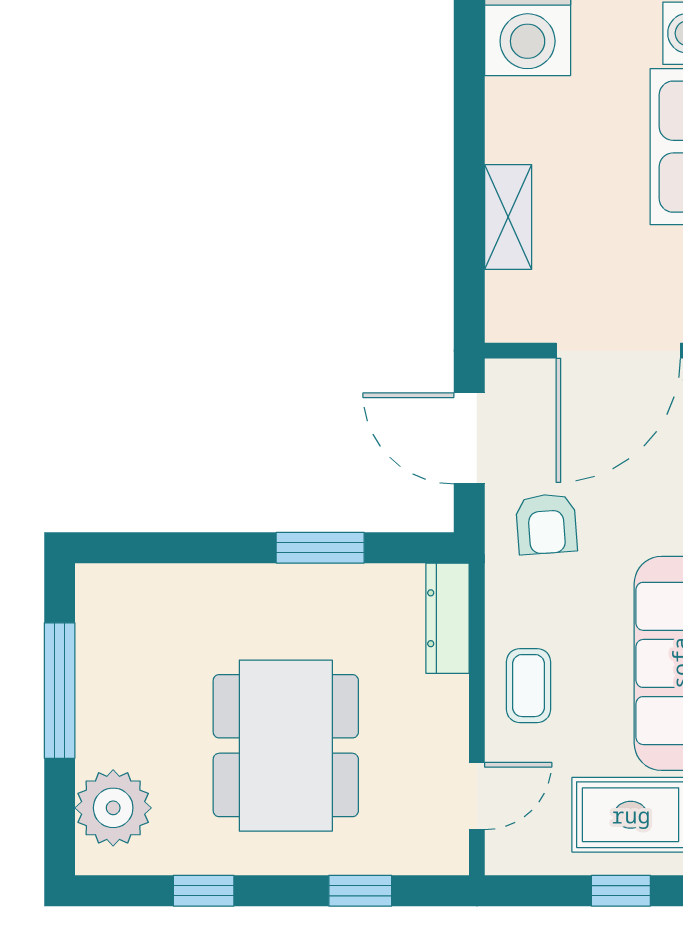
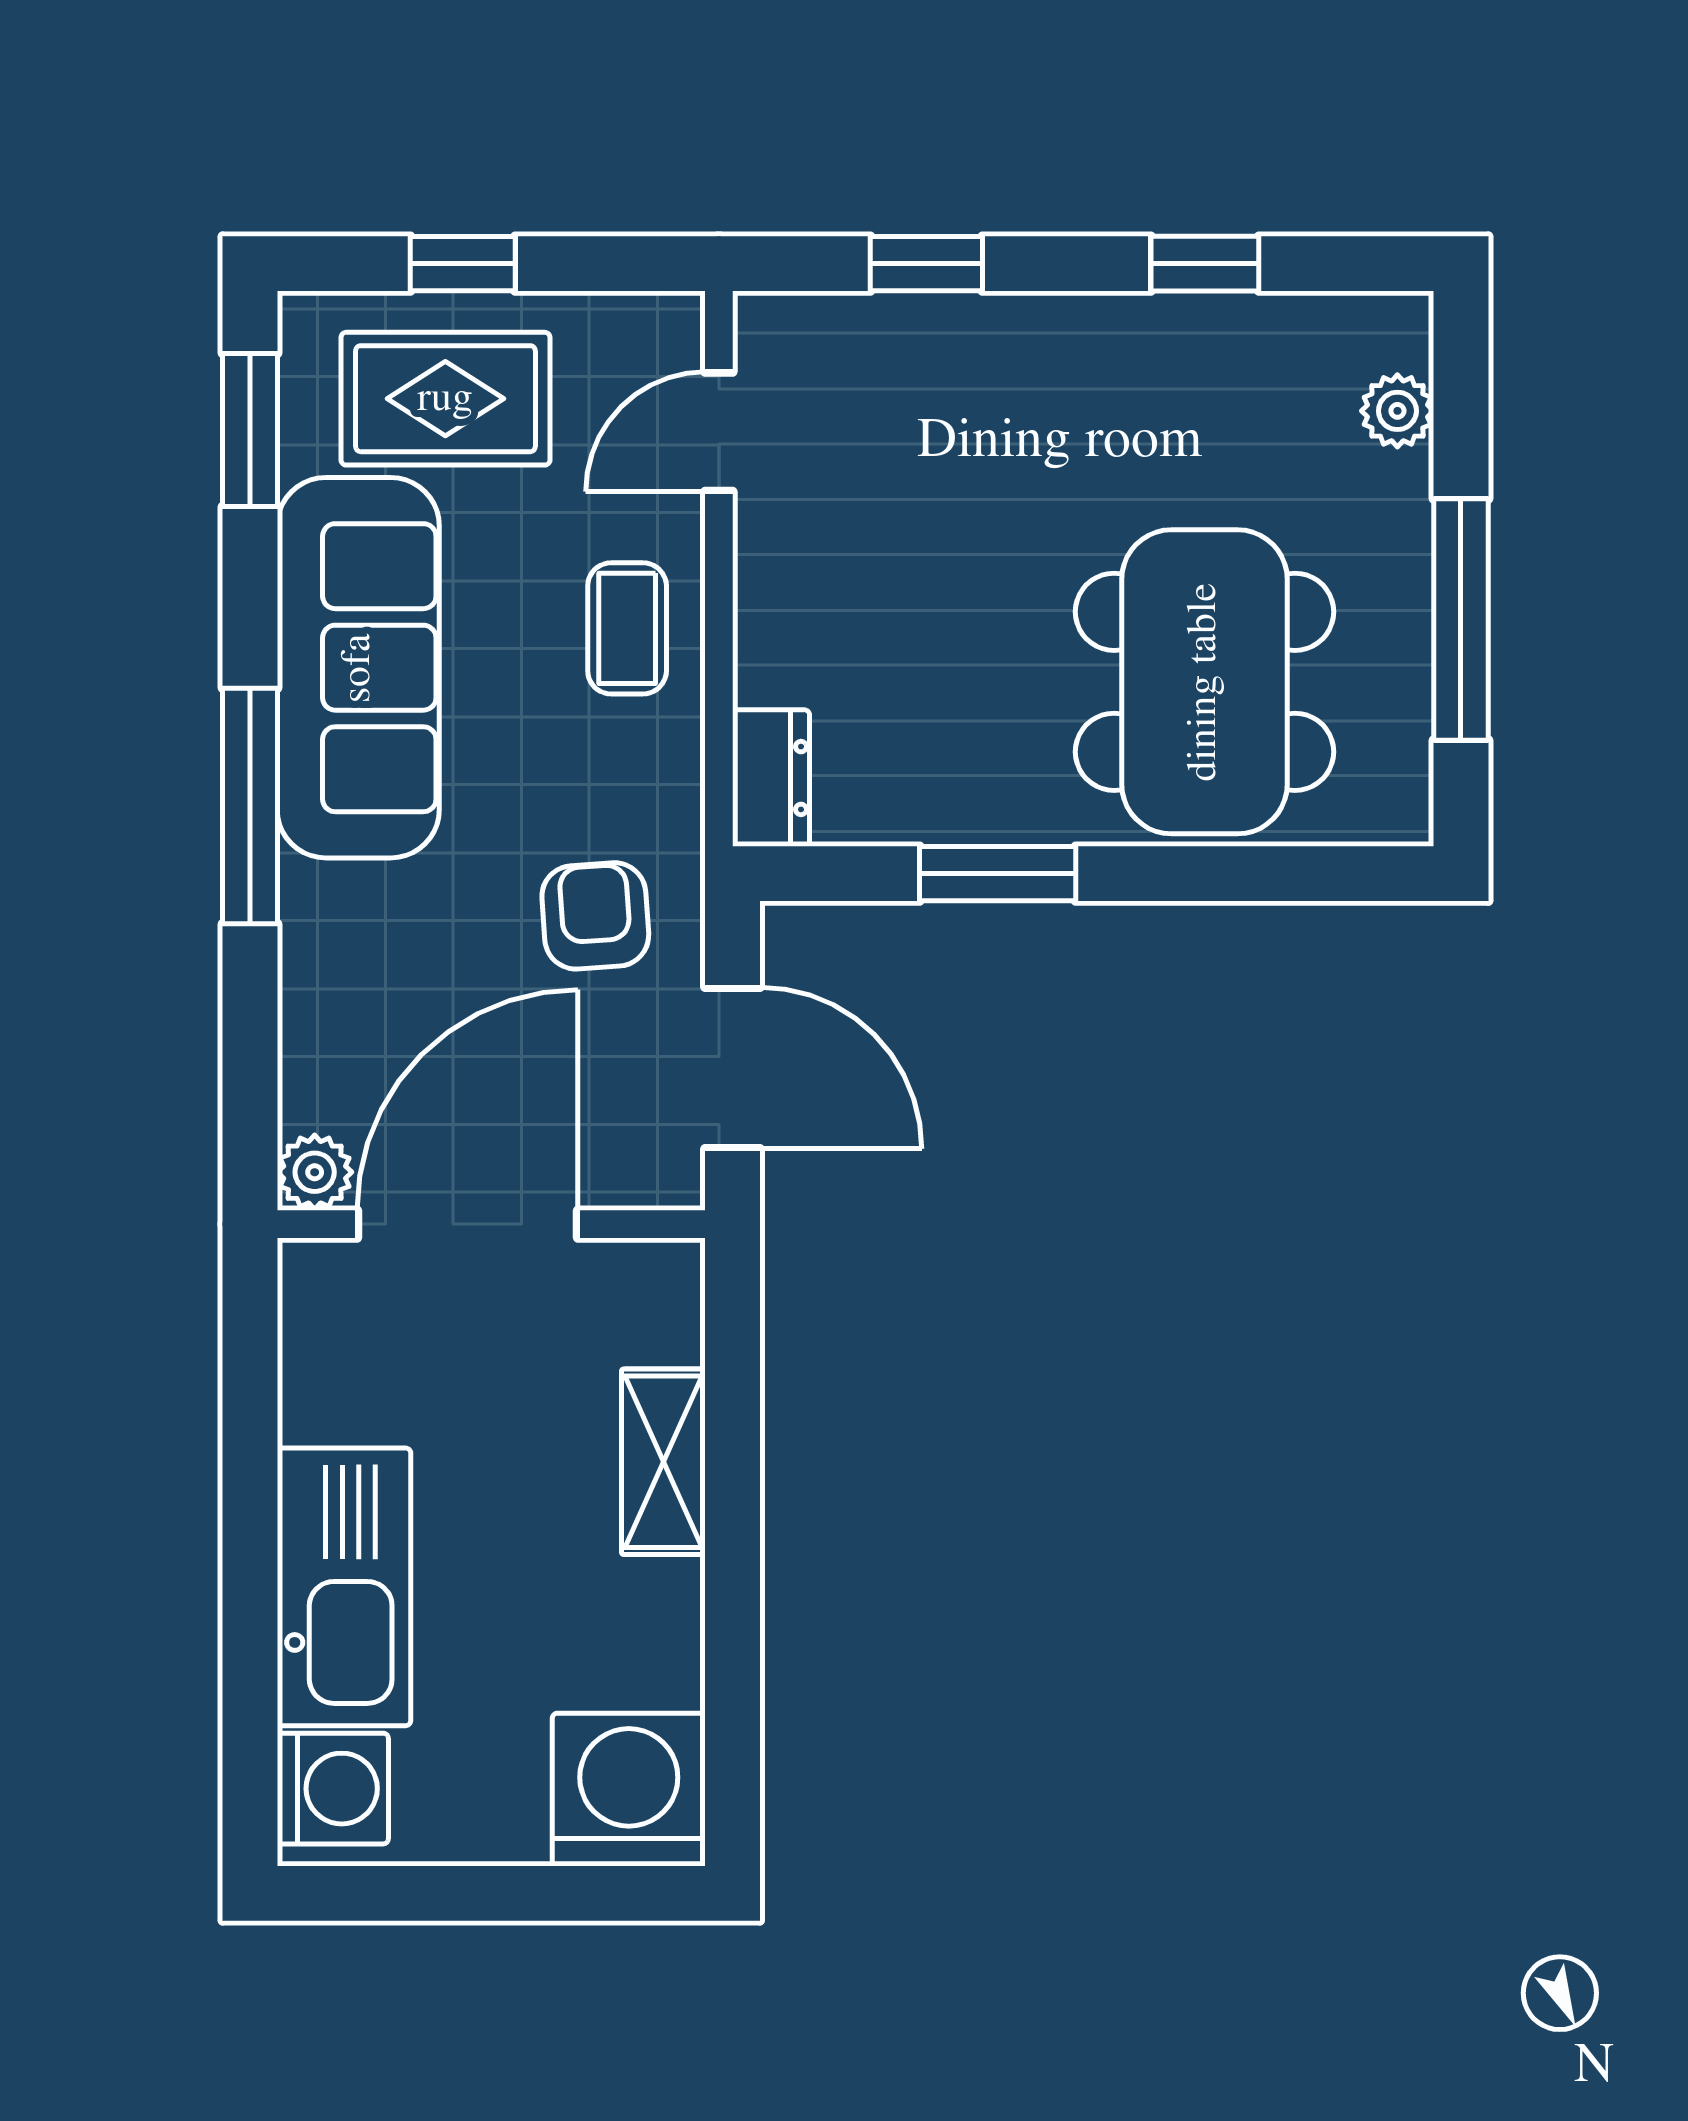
dresser: (448, 618) -> (771, 778), width x0.70
dining table: (286, 746) -> (1204, 682), moved
plant: (113, 808) -> (1397, 411), width x0.53, depth x0.53

